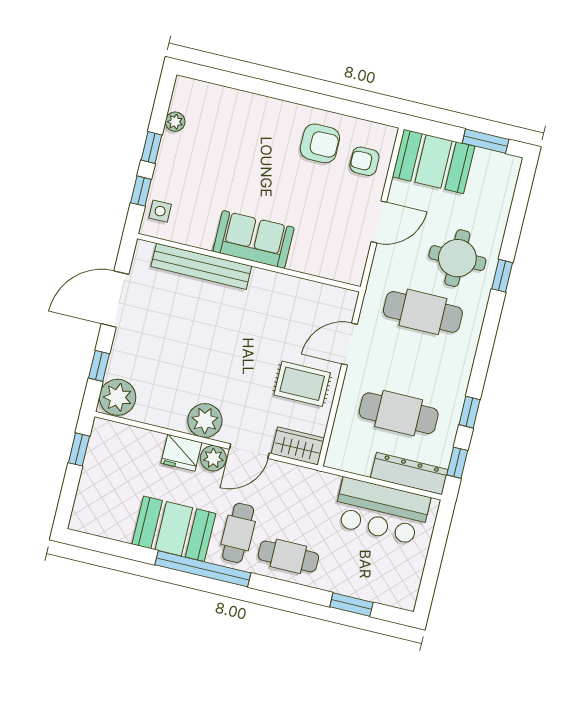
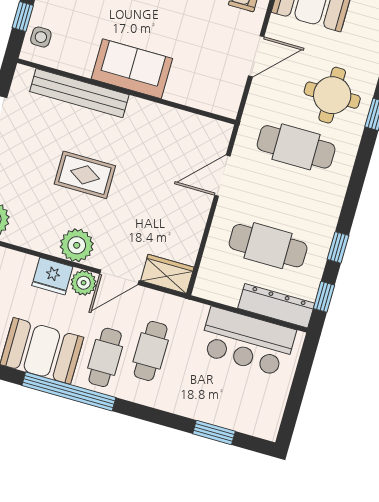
rug: (302, 384) -> (85, 175), moved
cafe table: (288, 556) -> (151, 351), moved, turned 90

